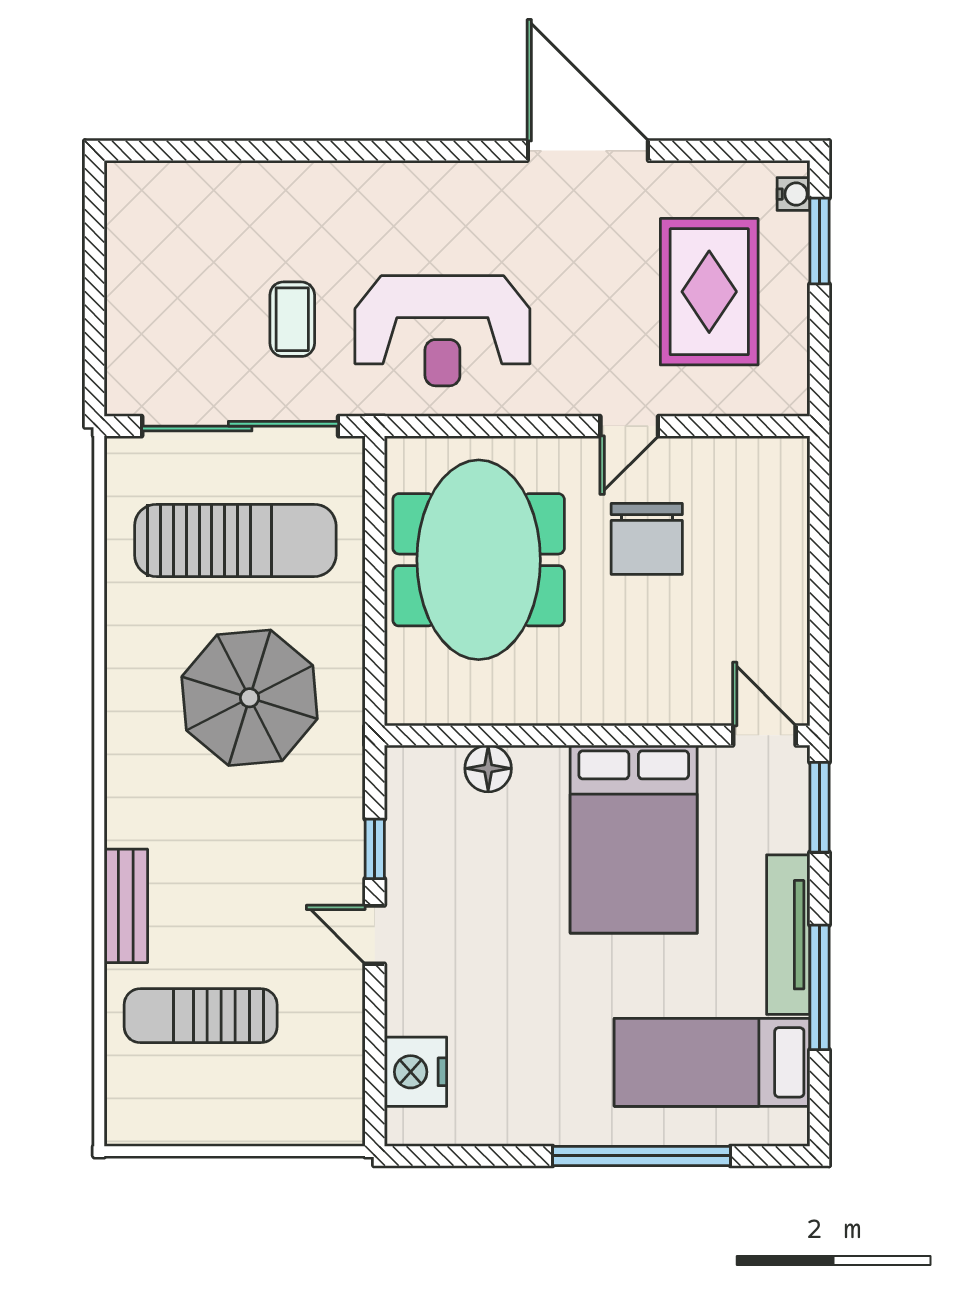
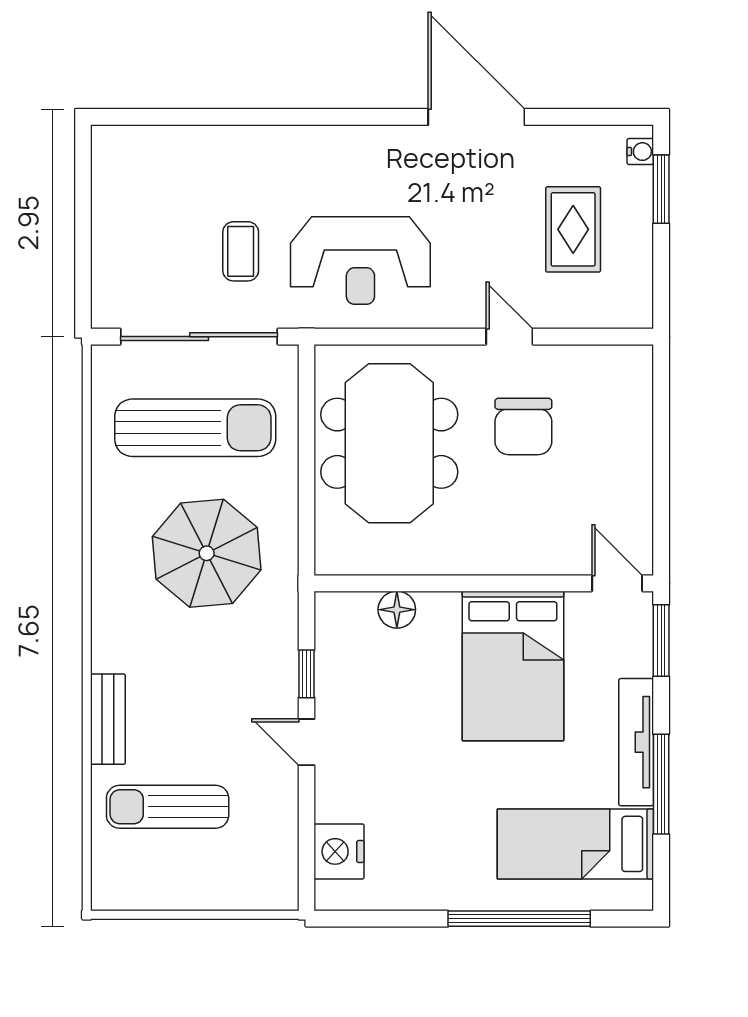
rug: (709, 292) -> (573, 229), width x0.73, depth x0.70
door: (629, 426) -> (509, 337), swing flipped

